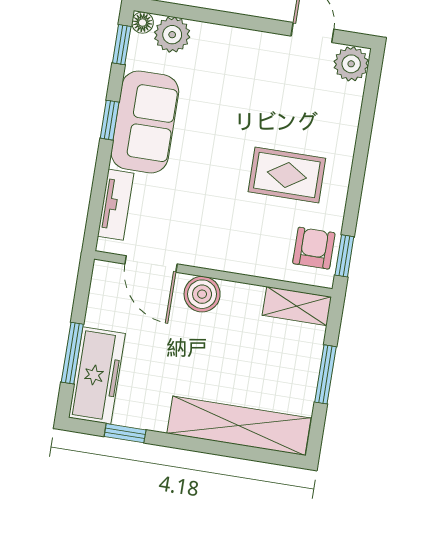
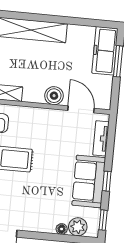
floor lamp: (143, 23) -> (62, 229), moved
window: (125, 433) -> (89, 22), removed

